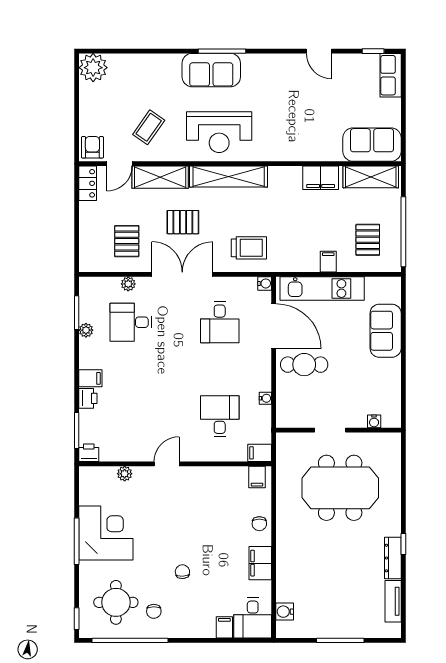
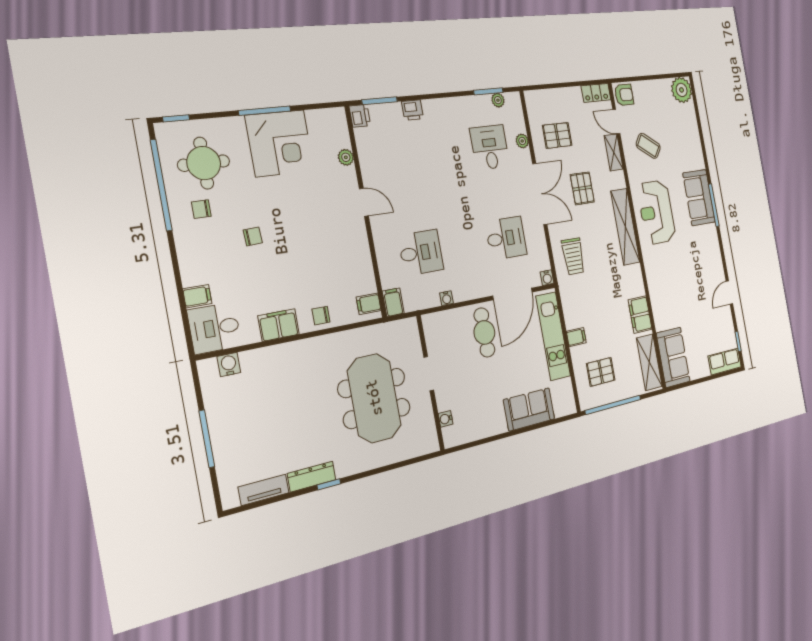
shelving: (160, 177) -> (614, 152), width x0.67, depth x0.75
desk: (220, 322) -> (506, 238), turned 180
plant: (86, 330) -> (498, 100), moved
filing cabinet: (90, 378) -> (432, 111), removed

